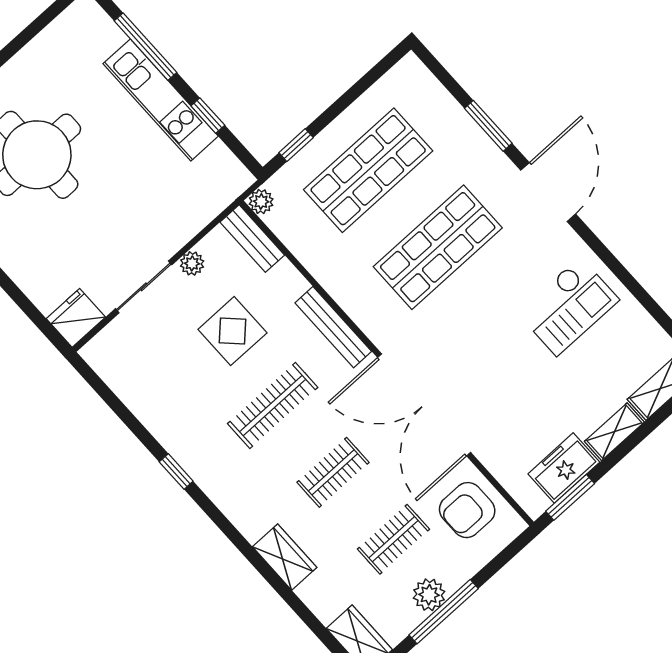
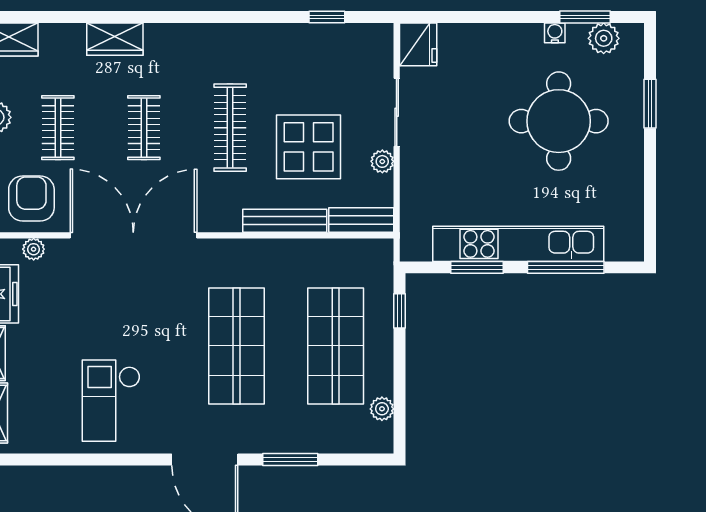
kitchen unit: (161, 100) -> (518, 244), width x1.36
window: (208, 116) -> (477, 267), width x1.50
plant: (261, 202) -> (382, 409), moved
bench: (333, 327) -> (285, 221), moved
display table: (232, 331) -> (309, 147), width x1.36, depth x1.36
window: (176, 472) -> (327, 17), moved
plant: (505, 473) -> (34, 249), added

